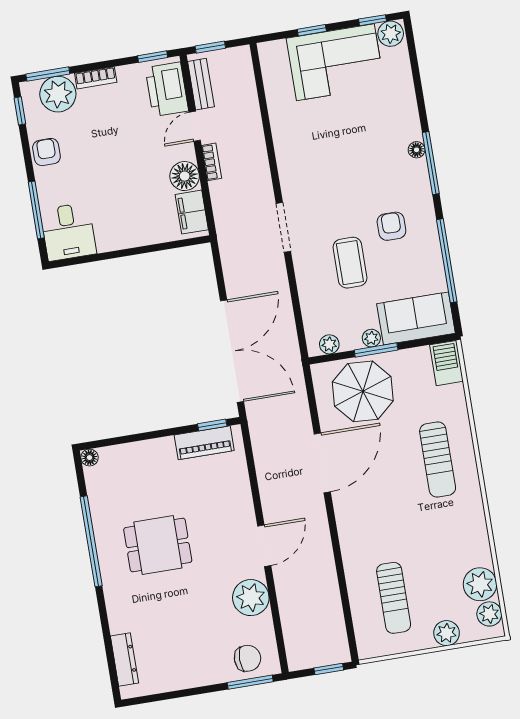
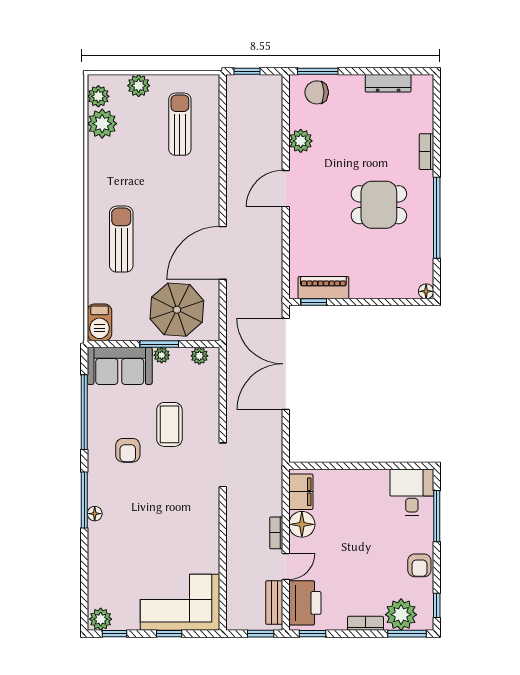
corner sofa: (335, 62) -> (180, 602), moved
plant: (251, 598) -> (301, 141), width x0.73, depth x0.73
bookcase: (115, 613) -> (426, 152), added
dresser: (124, 660) -> (388, 83), moved, turned -90

